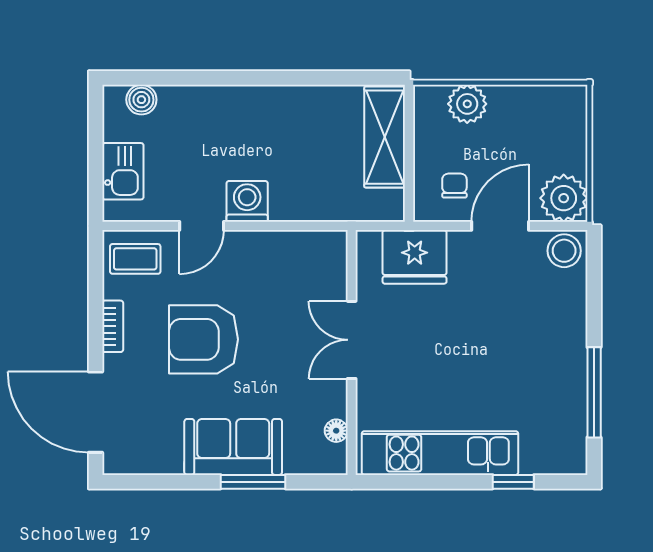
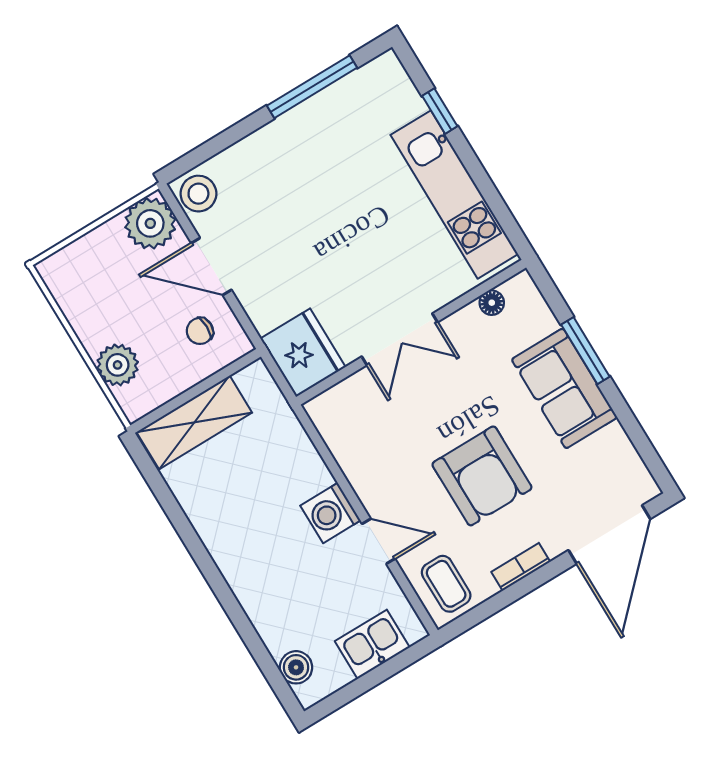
fridge: (415, 257) -> (303, 353), moved

